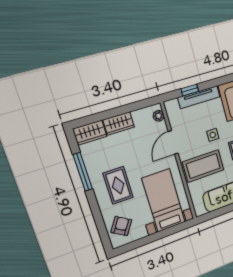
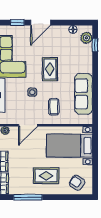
door: (173, 142) -> (28, 125), hinge flipped
coffee table: (203, 166) -> (54, 107), width x0.54, depth x0.58

